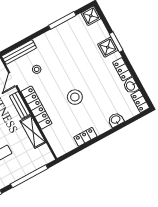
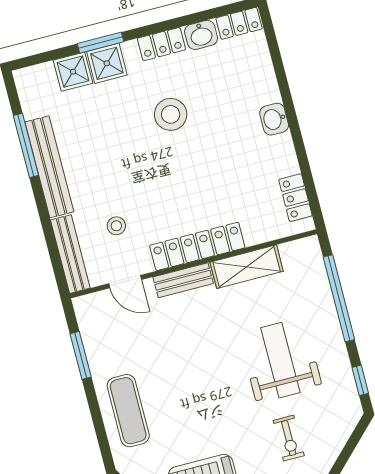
shower: (91, 16) -> (73, 72), moved
bench: (55, 33) -> (49, 167), added
stool: (75, 97) -> (171, 114), moved
washbasin: (116, 120) -> (274, 119), moved
locker: (85, 137) -> (296, 198), moved

